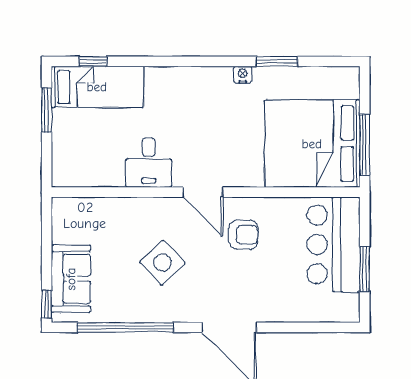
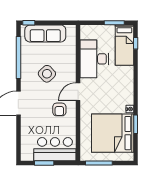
bed: (312, 144) -> (113, 133), moved, turned -90
desk: (149, 163) -> (94, 59), width x1.87, depth x1.30
sofa: (71, 279) -> (45, 33), width x1.36

